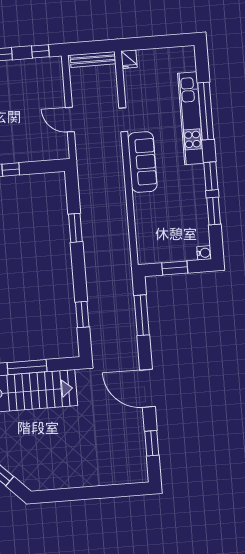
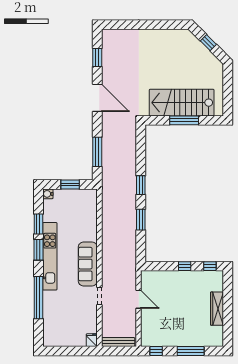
kitchen unit: (191, 118) -> (50, 256), moved
window: (82, 315) -> (141, 185), moved

